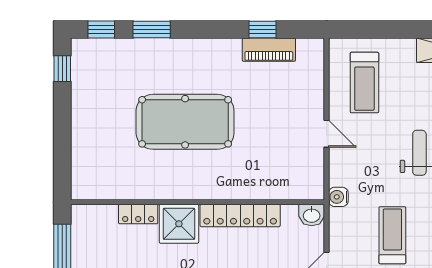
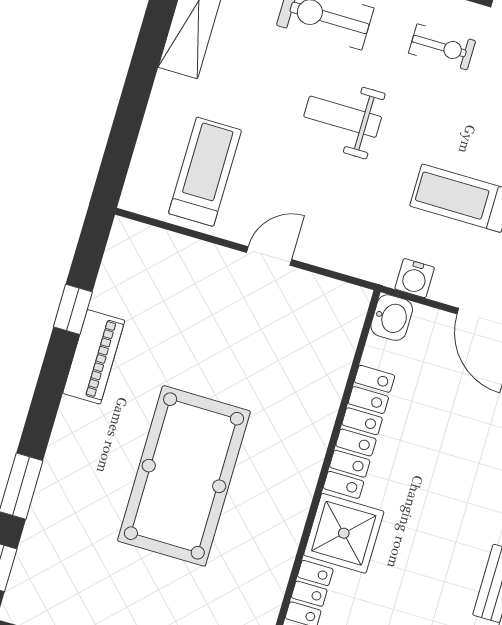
piano: (269, 50) -> (94, 357), moved
treadmill: (364, 83) -> (205, 172), turned -90
water cooler: (338, 197) -> (415, 278), moved

